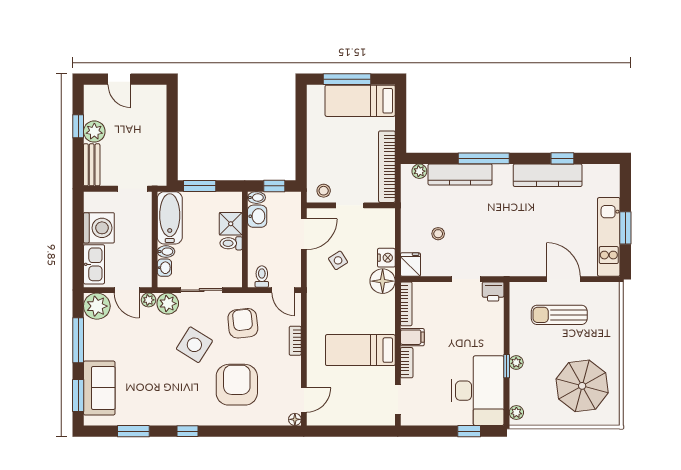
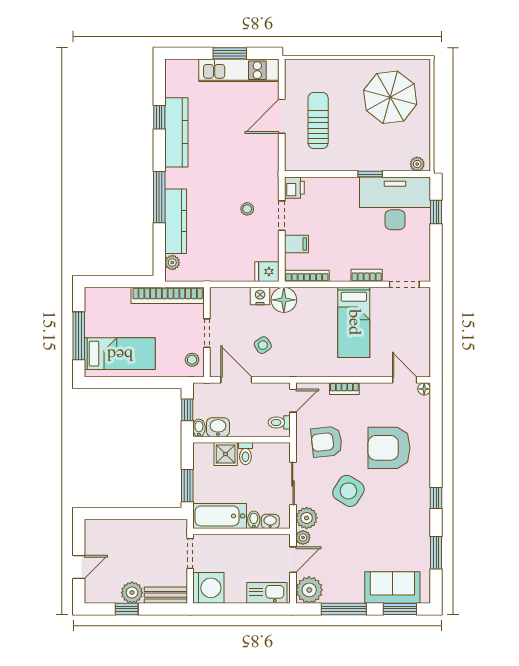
bed: (360, 101) -> (120, 354), moved, turned -90
washing machine: (99, 228) -> (208, 588), moved, turned 90
stool: (438, 234) -> (247, 209), moved
sun lounger: (559, 315) -> (318, 120), turned 180
filing cabinet: (412, 337) -> (296, 244), moved, turned 90
plant: (516, 363) -> (366, 164), removed

